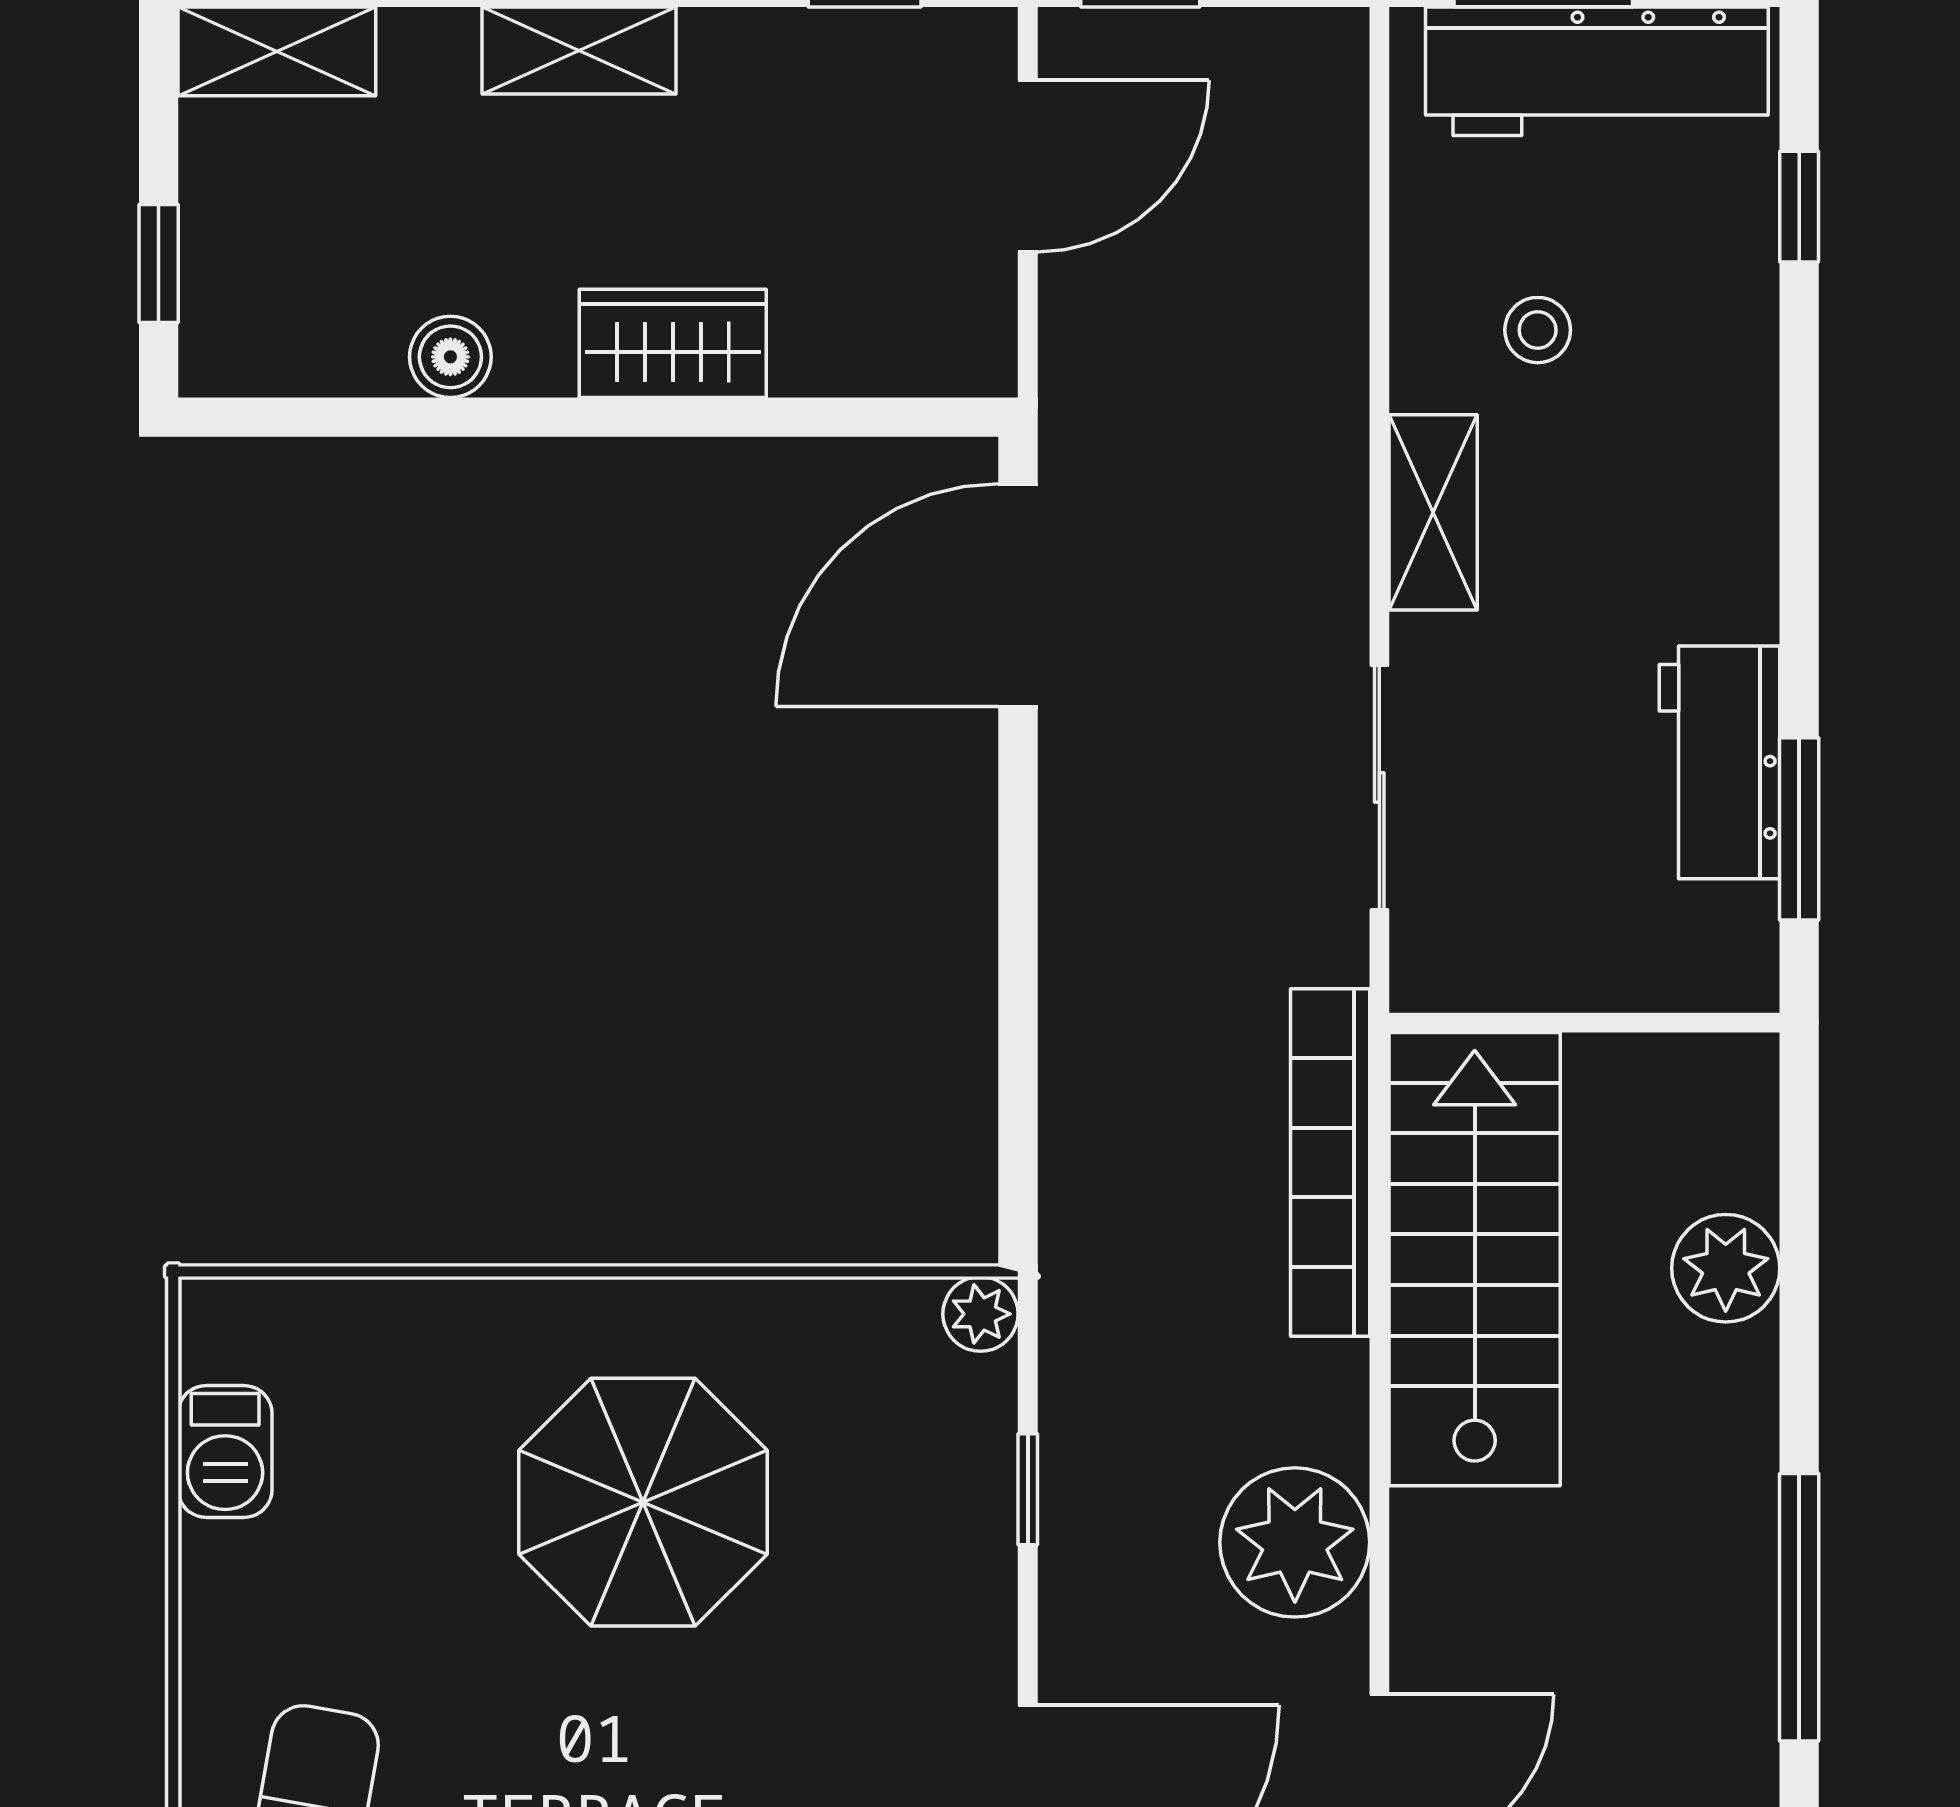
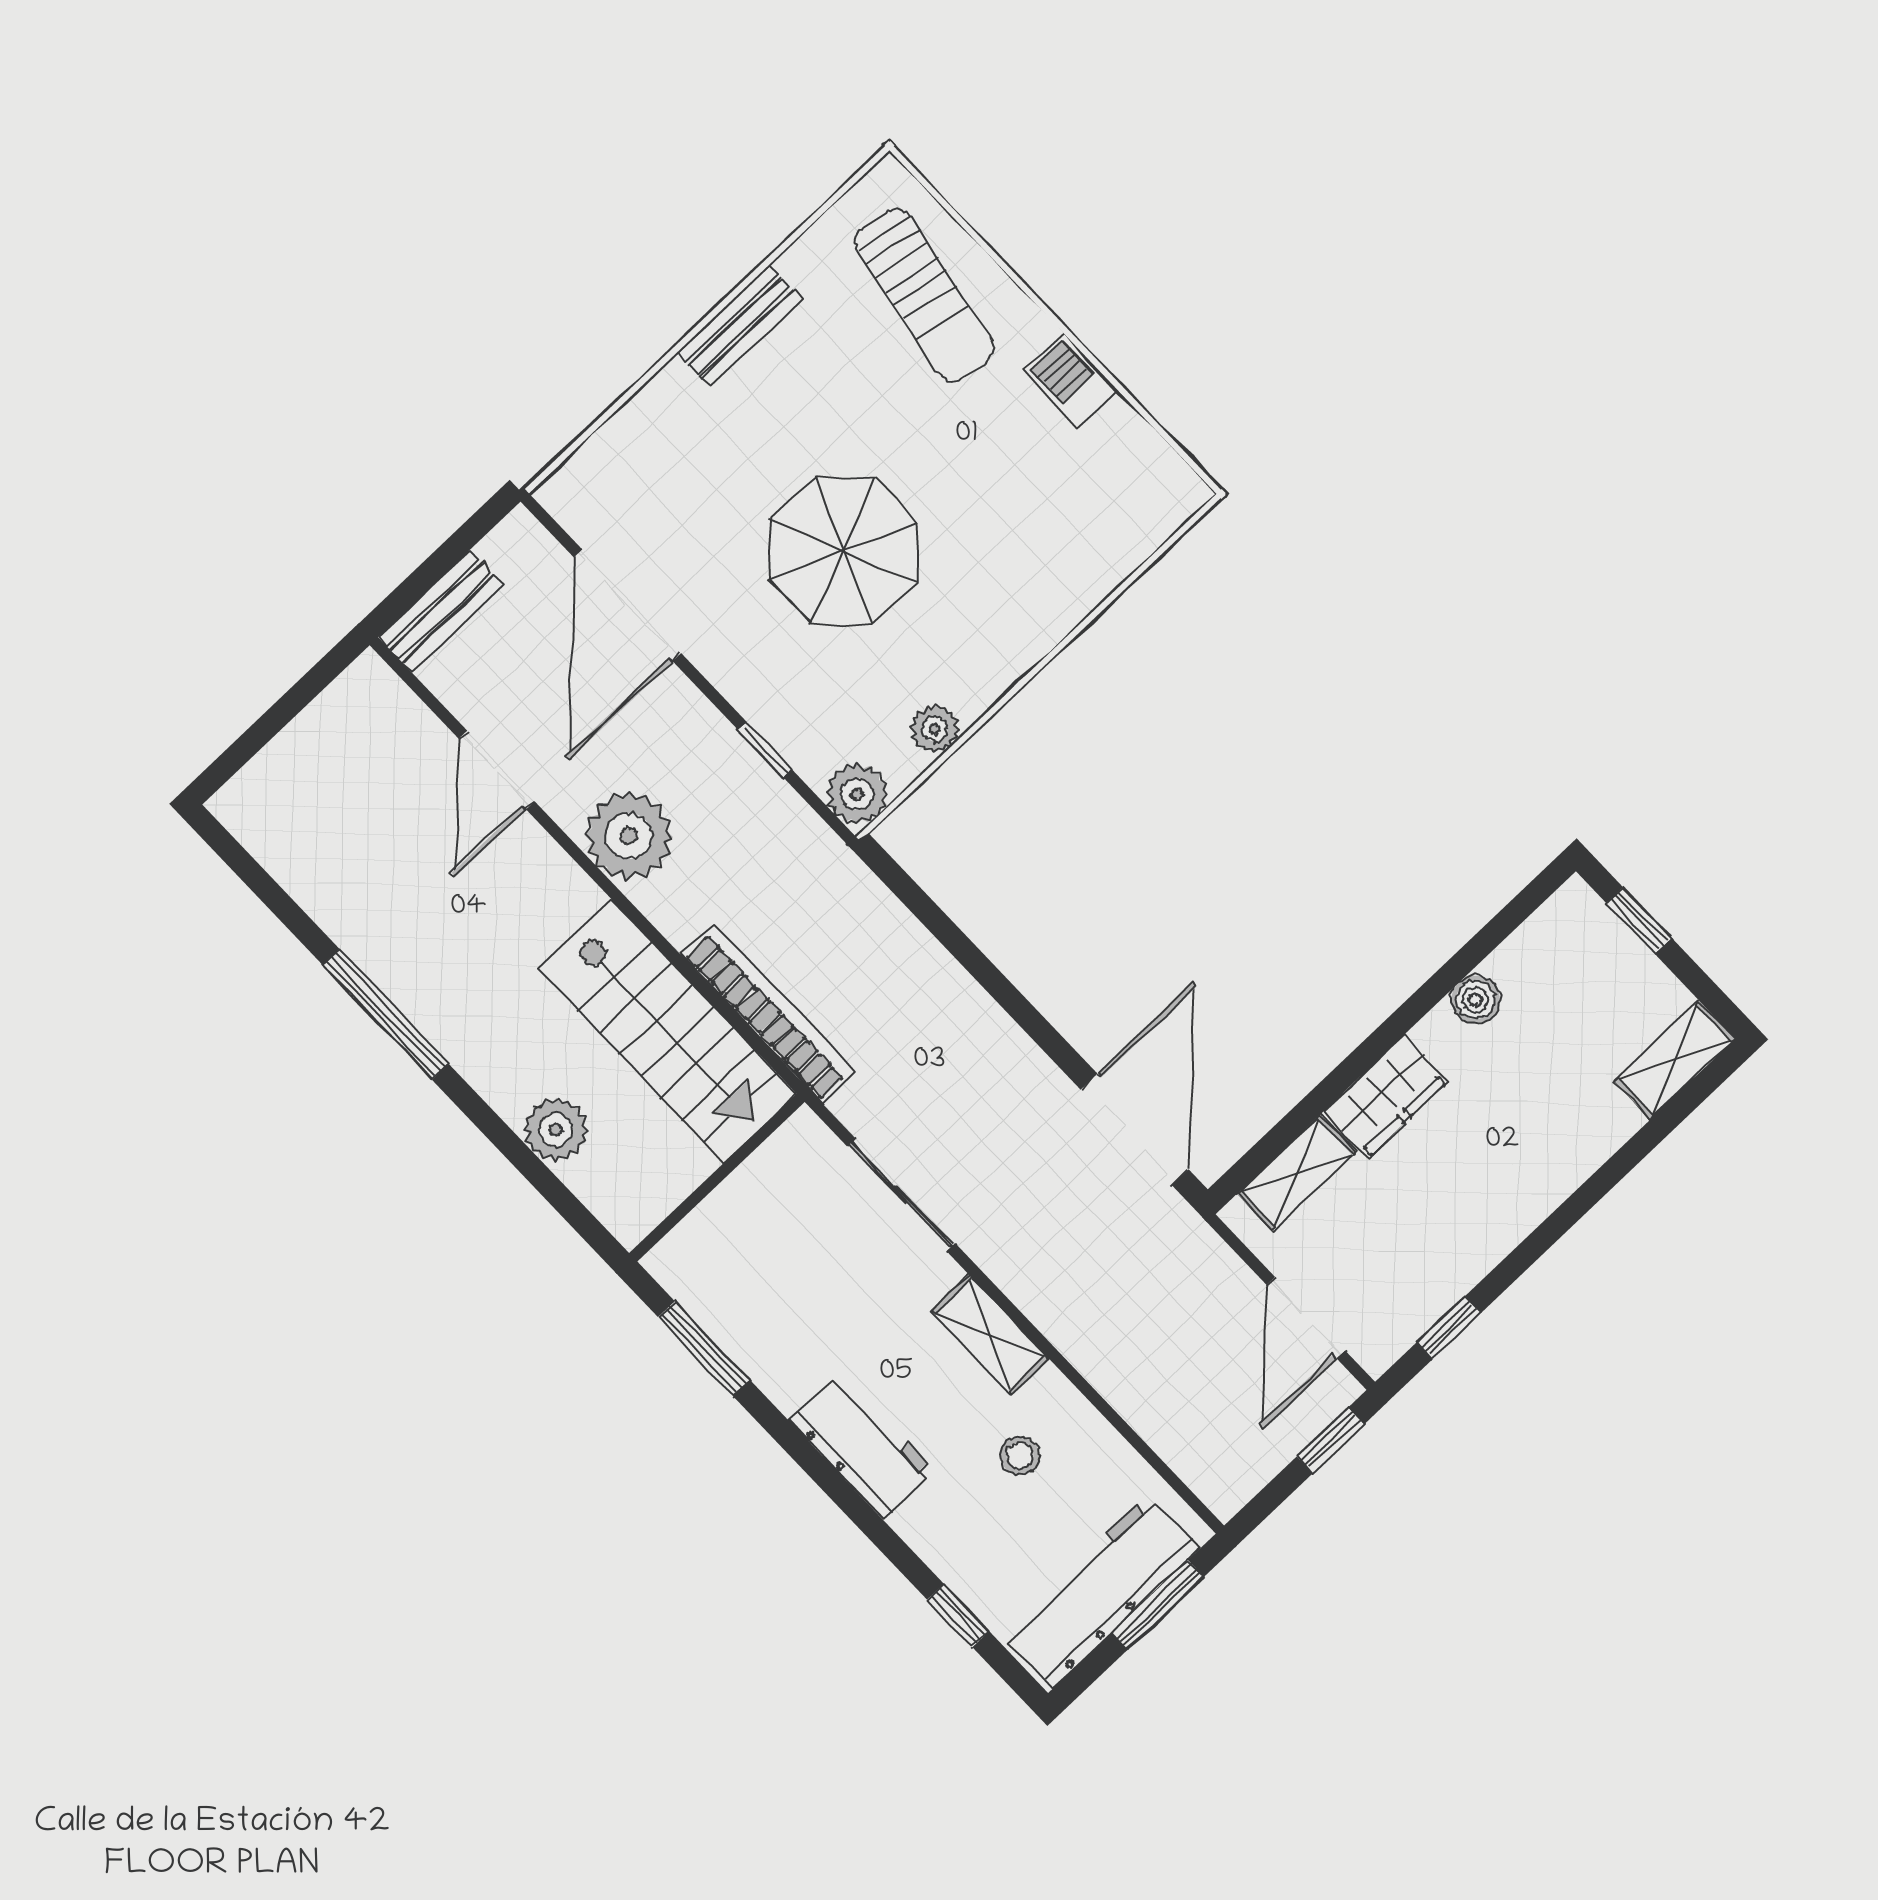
shelving: (579, 50) -> (1296, 1173), moved
workbench: (1719, 762) -> (861, 1445), moved
plant: (980, 1314) -> (857, 794), width x1.38, depth x1.38
plant: (796, 1317) -> (935, 729), added
barbecue: (225, 1451) -> (1070, 381), moved
parasol: (643, 1502) -> (843, 551), moved

